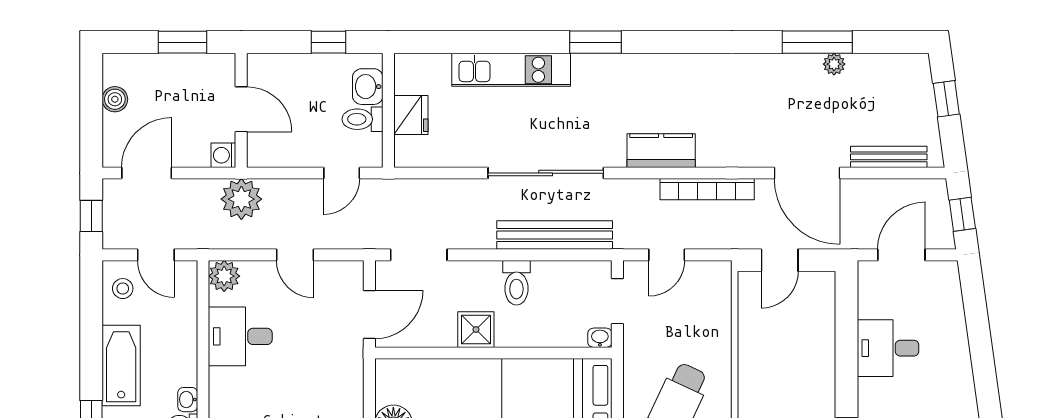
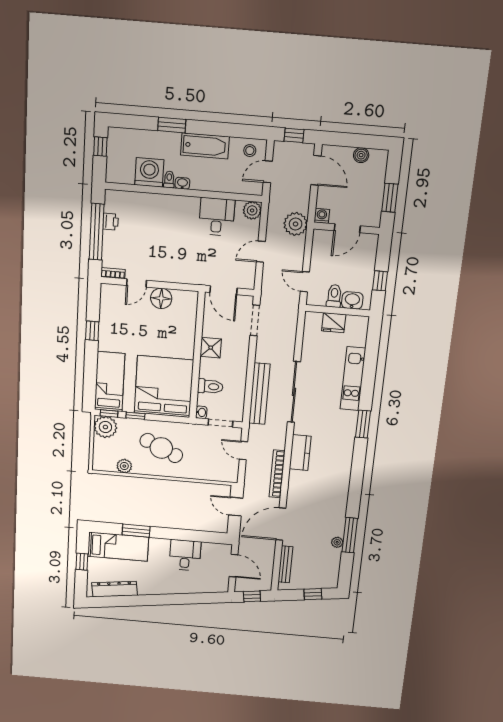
toilet: (516, 283) -> (210, 386), moved, turned 180

